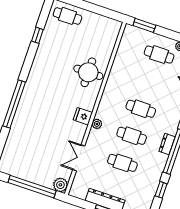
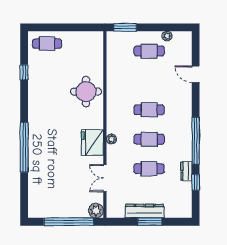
fridge: (83, 116) -> (92, 142), width x1.88, depth x1.34
dresser: (167, 144) -> (186, 171), moved

